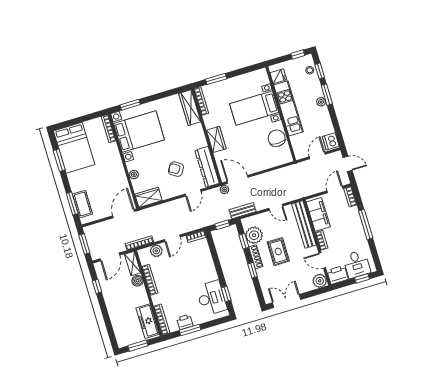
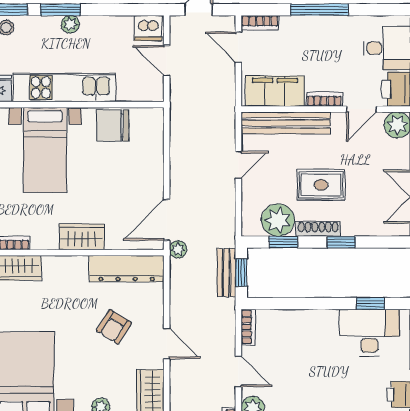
door: (193, 193) -> (167, 343), moved
bench: (243, 211) -> (226, 273), moved

